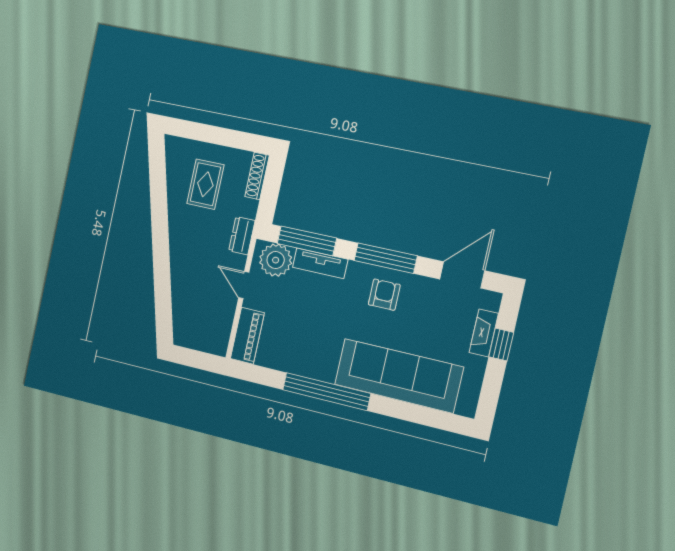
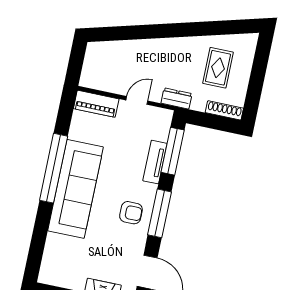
rug: (205, 184) -> (218, 68), turned 90
plant: (276, 260) -> (157, 126), removed
sofa: (399, 376) -> (75, 189), moved

